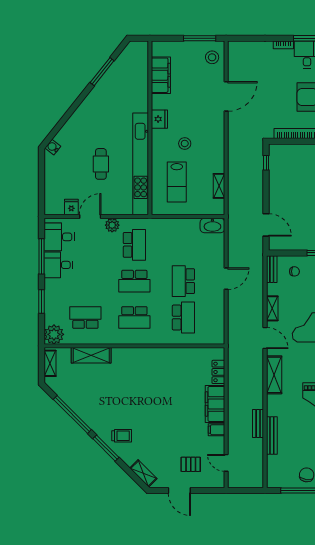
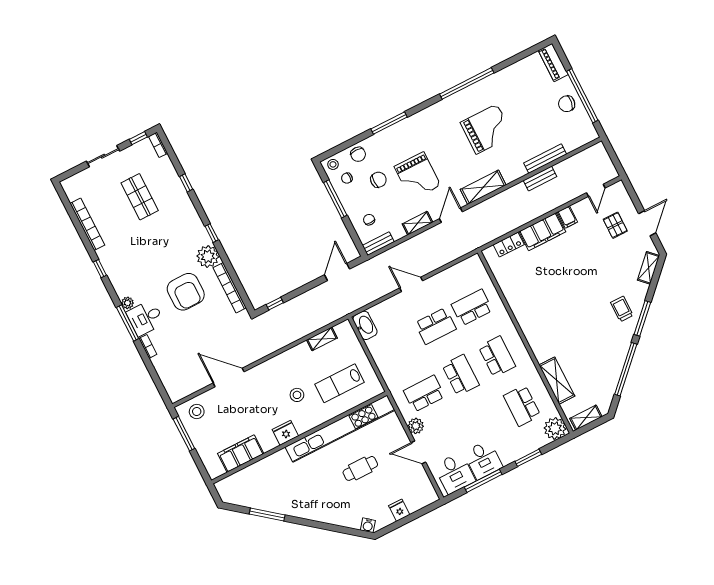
lab bench: (177, 182) -> (340, 383), turned 180
fridge: (71, 207) -> (399, 510), moved, turned 90

